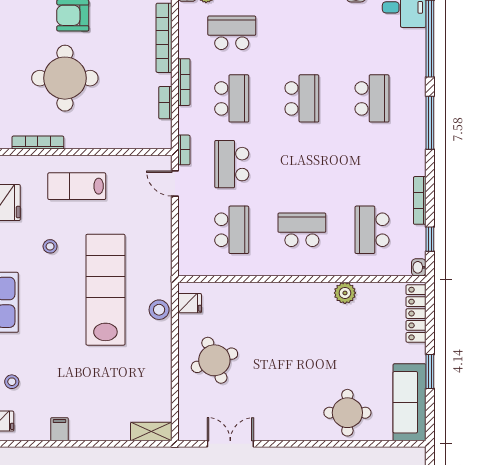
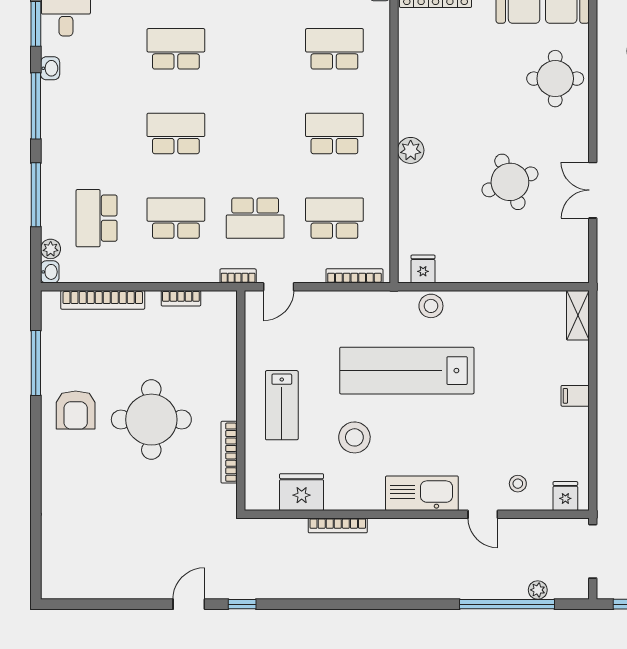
bookcase: (184, 82) -> (354, 276), moved
school desk: (302, 230) -> (334, 133), turned 90
school desk: (372, 230) -> (334, 49), turned 180
stool: (50, 246) -> (354, 437), width x1.89, depth x1.89
plant: (345, 293) -> (411, 150), moved
round table: (214, 360) -> (510, 182), moved
filing cabinet: (59, 429) -> (575, 396), moved
double door: (230, 444) -> (593, 190), moved

